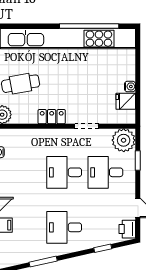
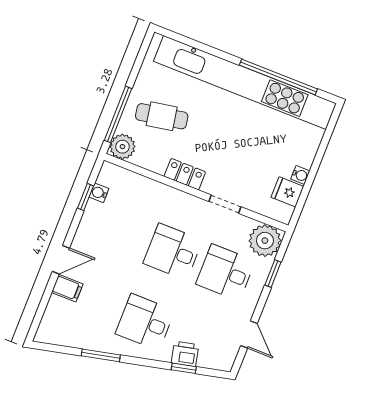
printer: (127, 229) -> (185, 354), moved, turned 77

